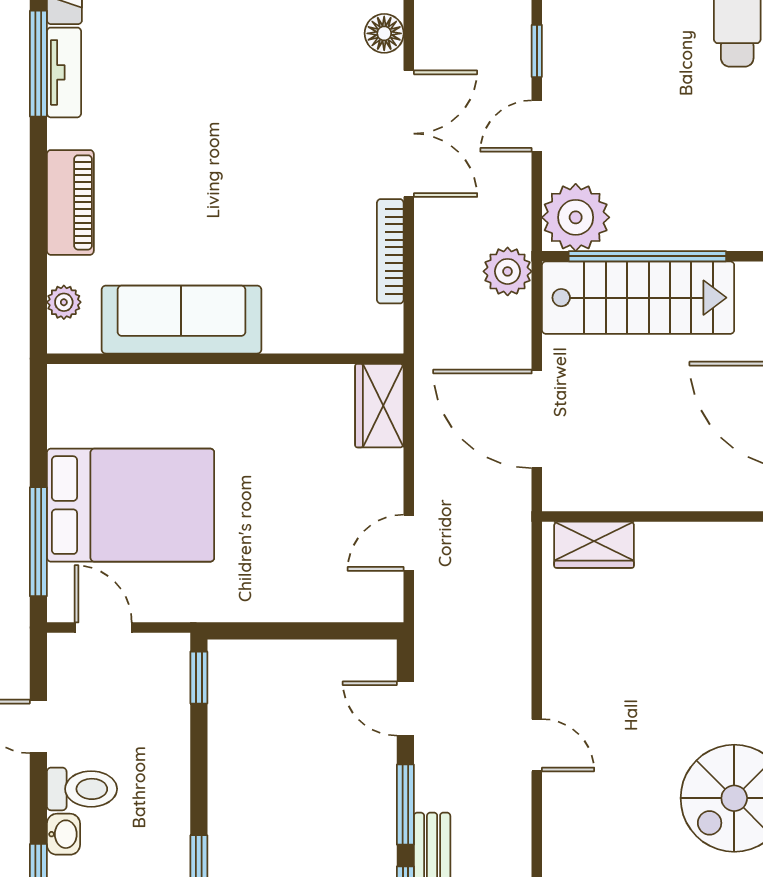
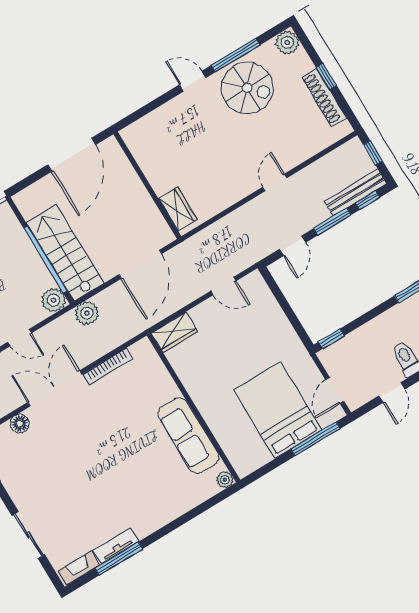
piano: (70, 202) -> (168, 511), removed
plant: (576, 217) -> (53, 300), width x0.73, depth x0.73
plant: (64, 302) -> (225, 480), moved

